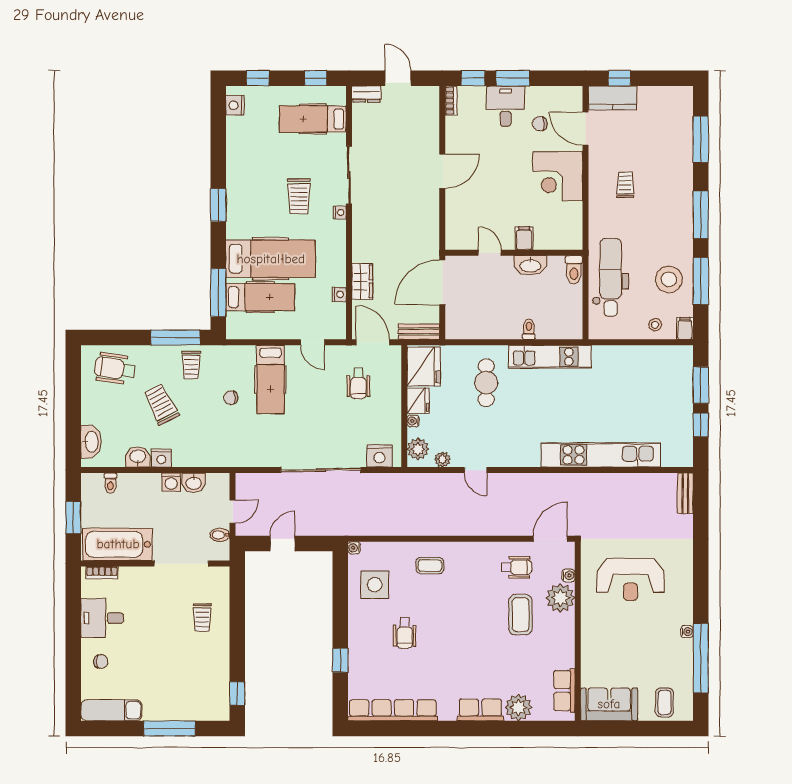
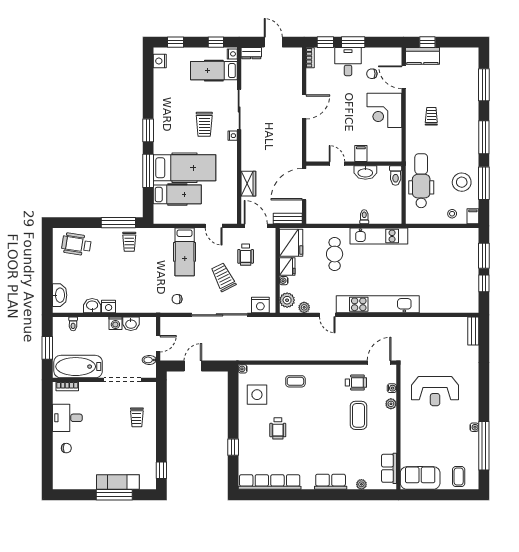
window: (218, 293) -> (148, 171), moved
nightstand: (339, 294) -> (232, 54), moved
chair: (231, 398) -> (177, 299), moved
trolley: (161, 404) -> (223, 277), moved
kitchen unit: (601, 455) -> (378, 304), moved
plant: (560, 598) -> (391, 404), width x0.53, depth x0.53
plant: (518, 707) -> (361, 484), width x0.53, depth x0.53
exam couch: (111, 710) -> (118, 482), moved

